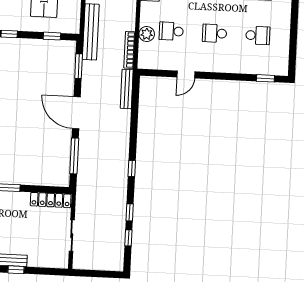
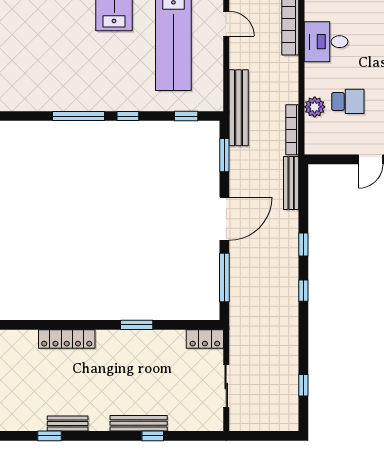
school desk: (171, 31) -> (348, 101), turned 180
door: (76, 113) -> (224, 219), swing flipped
locker: (51, 200) -> (205, 339), width x0.66
window: (130, 212) -> (303, 244), moved

